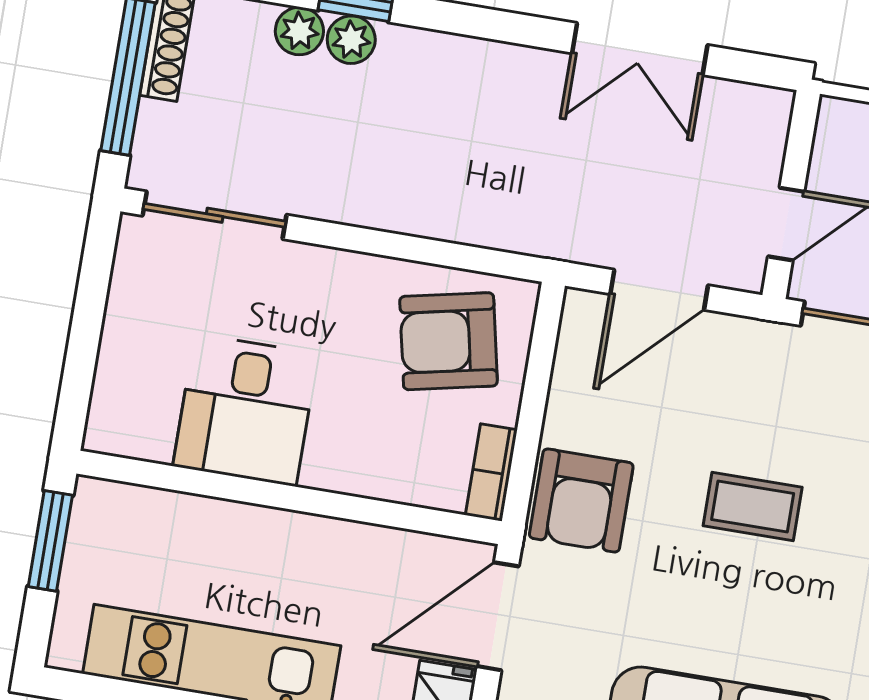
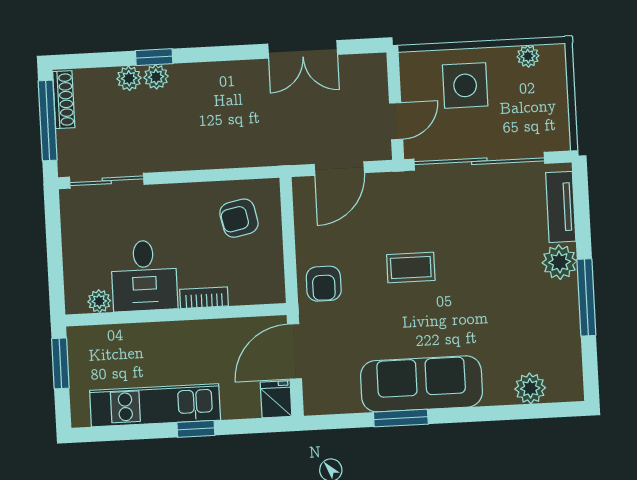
armchair: (449, 341) -> (239, 218), width x0.72, depth x0.72
plant: (150, 440) -> (99, 301), added
bookcase: (491, 472) -> (204, 298), moved, turned 90
armchair: (581, 500) -> (324, 284), width x0.72, depth x0.72

